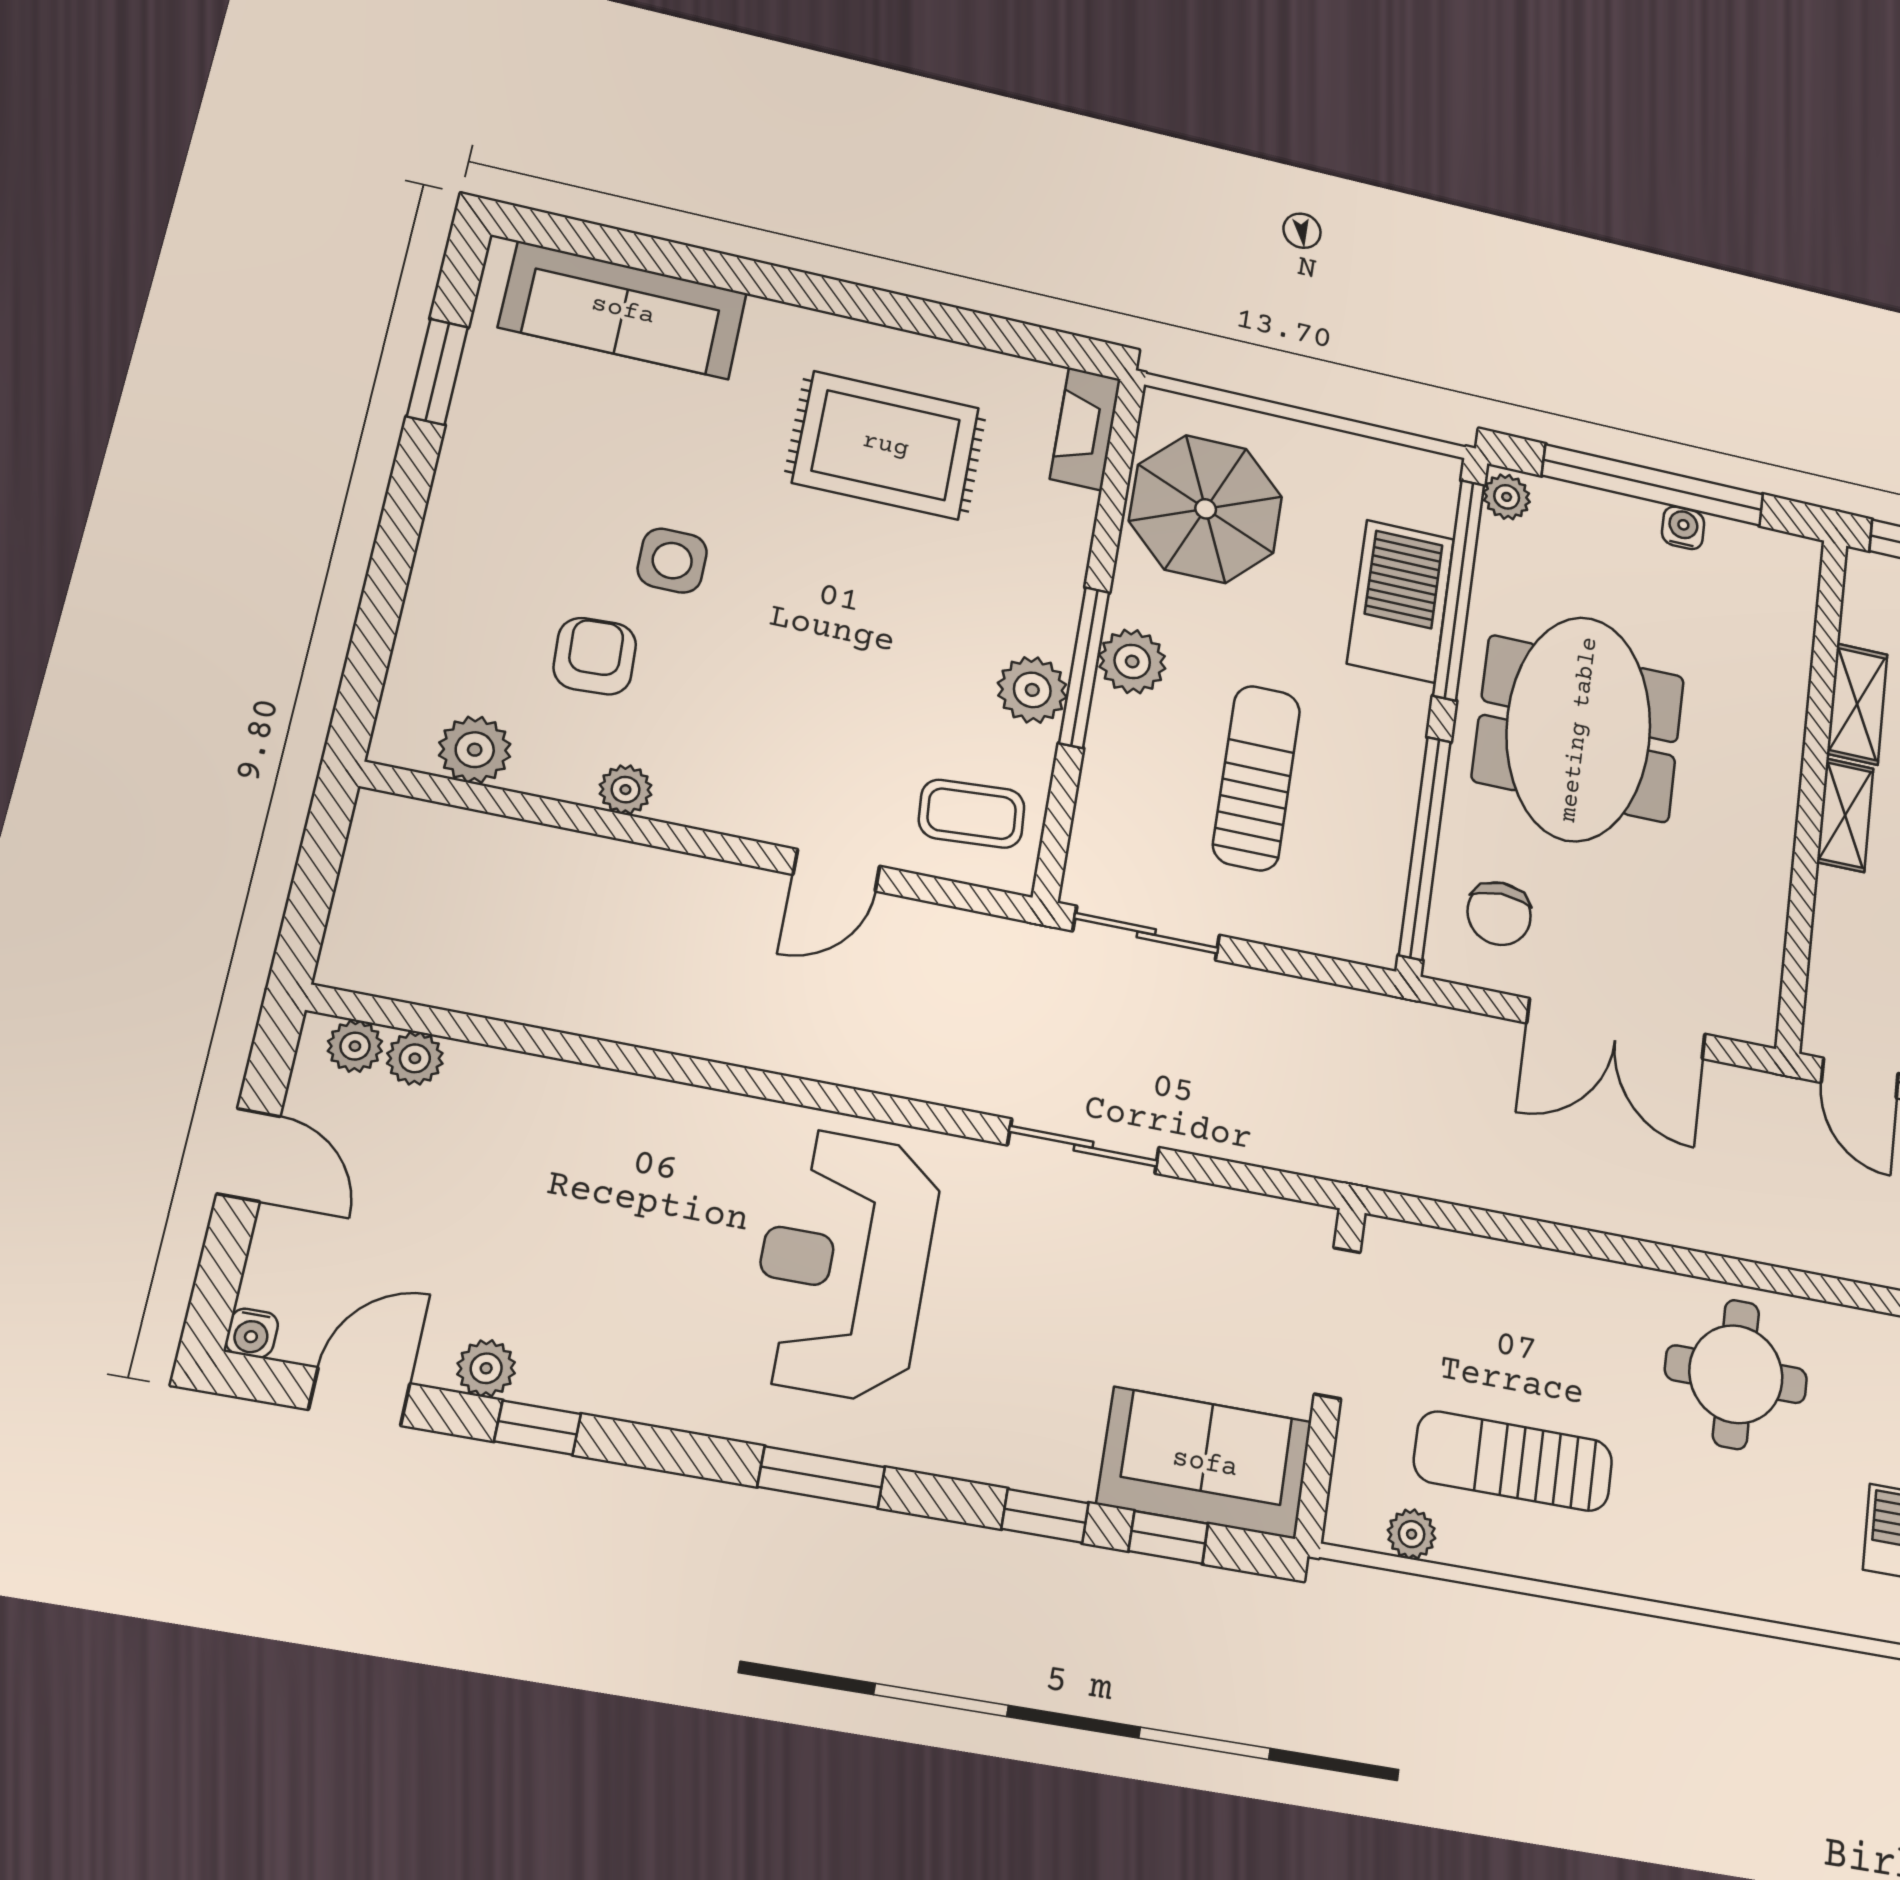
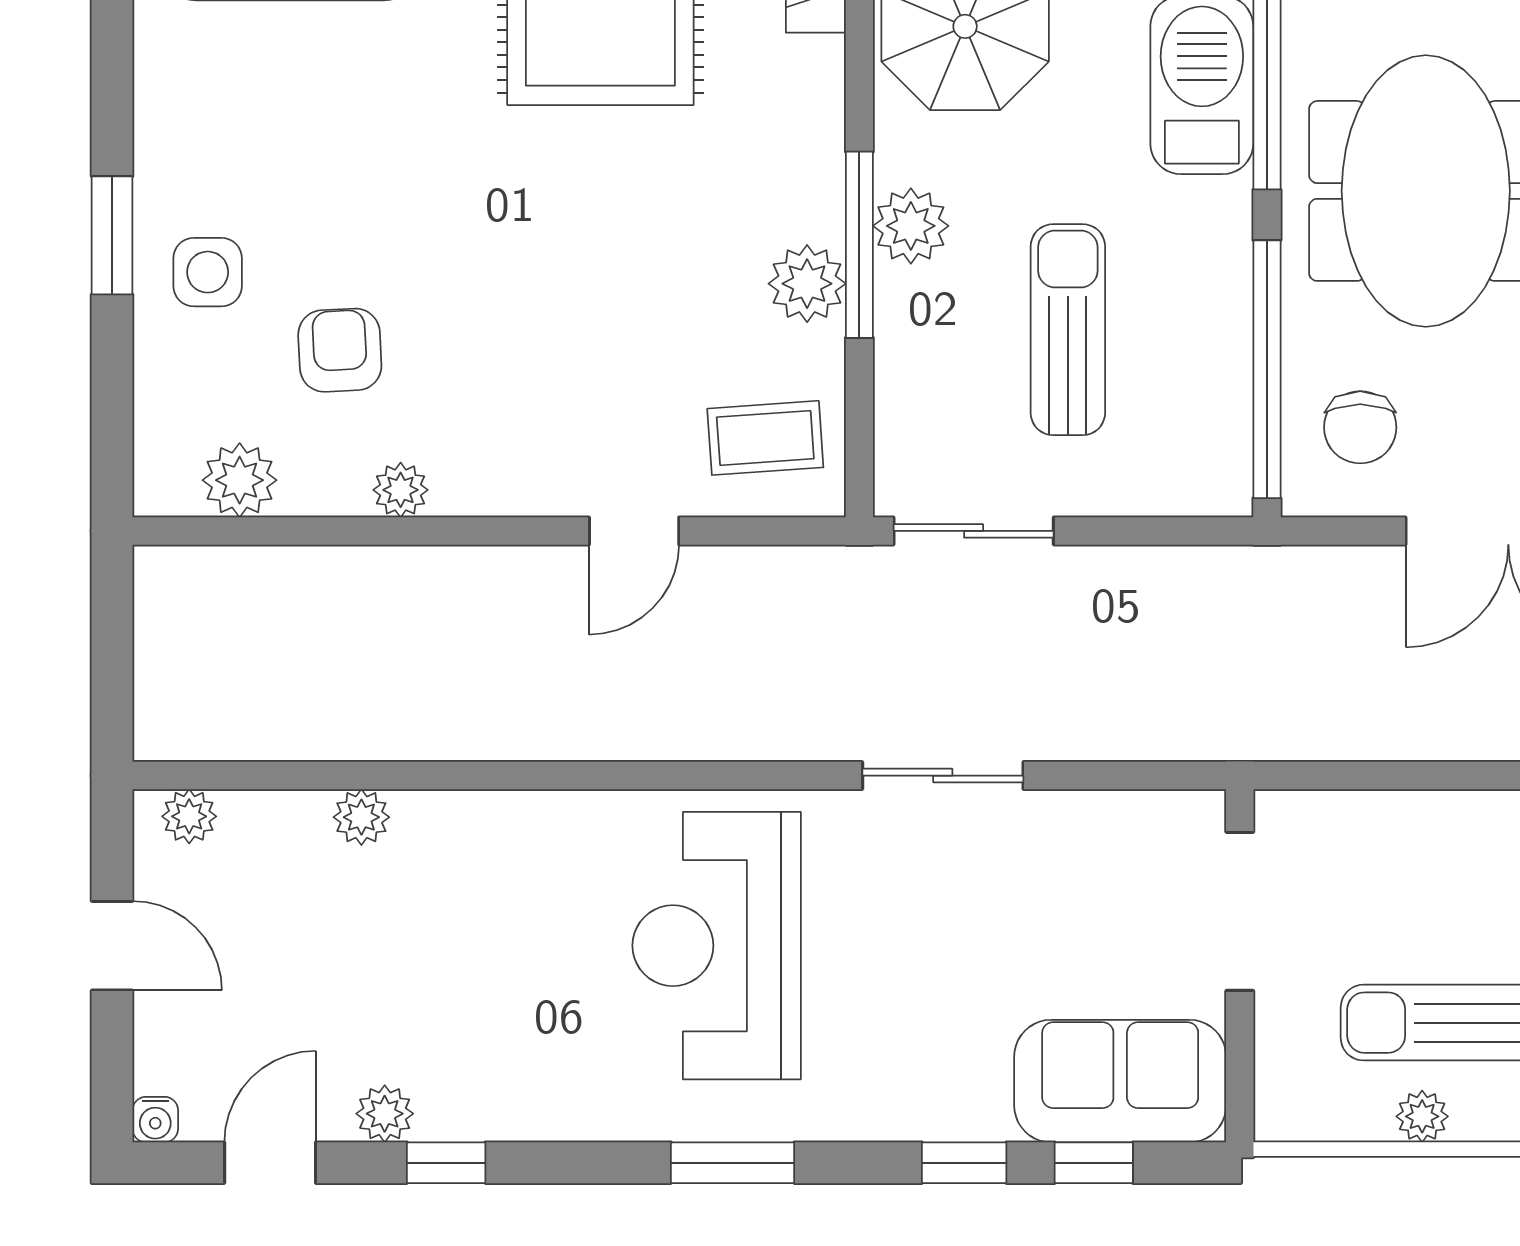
window: (437, 372) -> (112, 235), moved
side table: (672, 561) -> (208, 272), moved
plant: (415, 1058) -> (361, 817), moved
plant: (1412, 1534) -> (1422, 1116), moved

